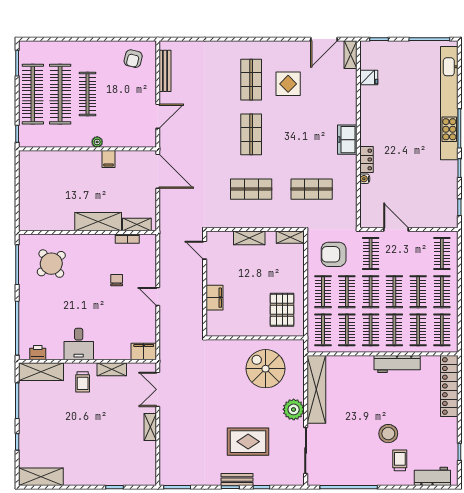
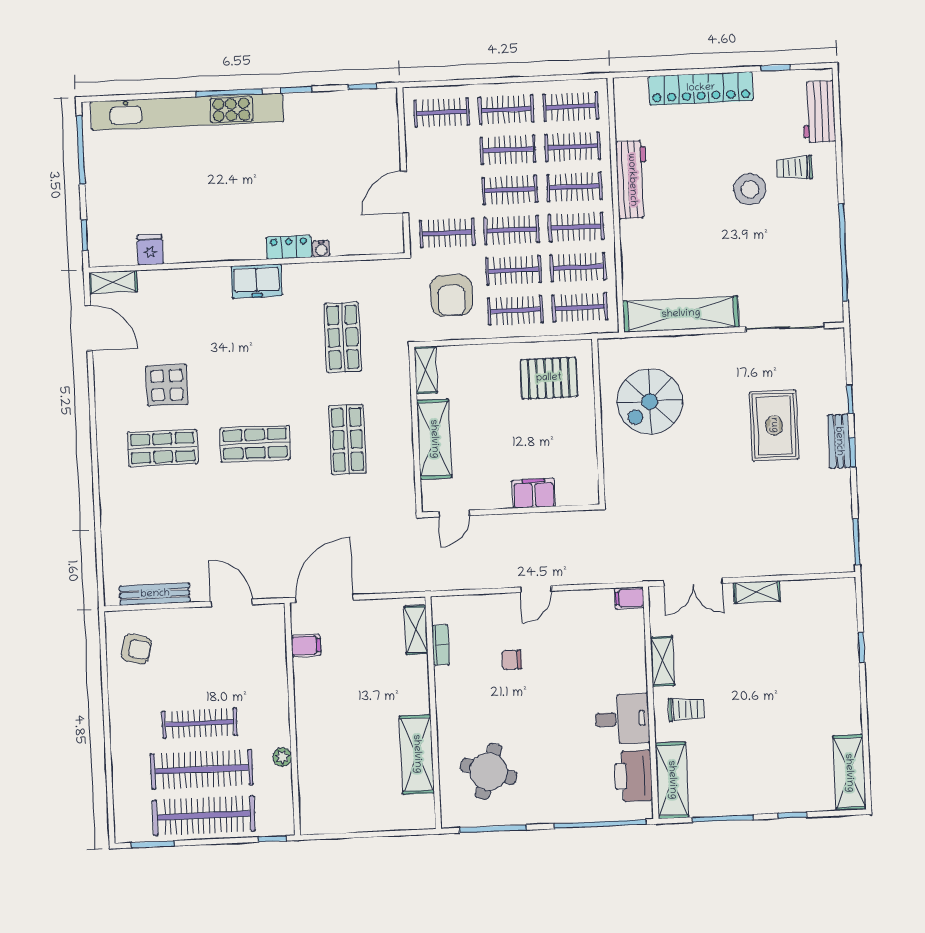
plant: (97, 142) -> (282, 757), moved
filing cabinet: (109, 159) -> (306, 646), moved
shelving: (98, 222) -> (417, 754), moved
shelving: (249, 238) -> (434, 439), width x1.50, depth x1.33
round table: (51, 264) -> (489, 771), turned -32
filing cabinet: (144, 351) -> (629, 598), width x0.50
printer: (38, 353) -> (633, 776), width x1.87, depth x1.48
locker: (449, 386) -> (701, 88), moved
plant: (294, 409) -> (716, 351), removed

